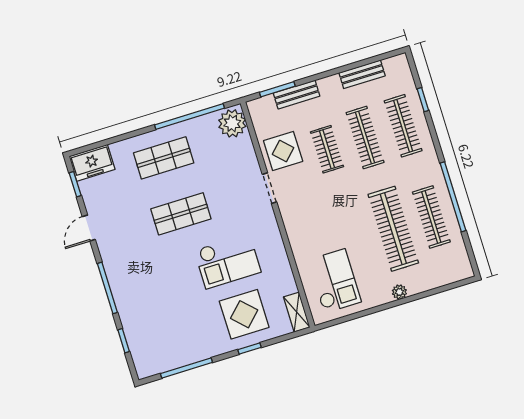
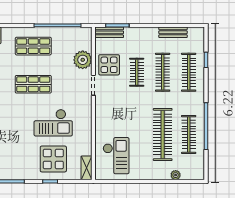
bench: (297, 95) -> (109, 32), moved
plant: (232, 123) -> (83, 60), moved
plant: (399, 292) -> (176, 175), moved

